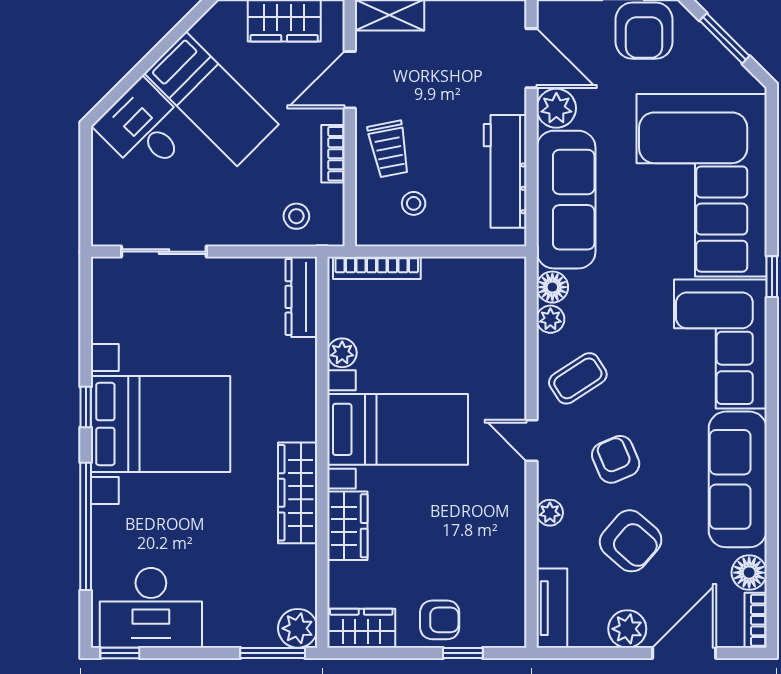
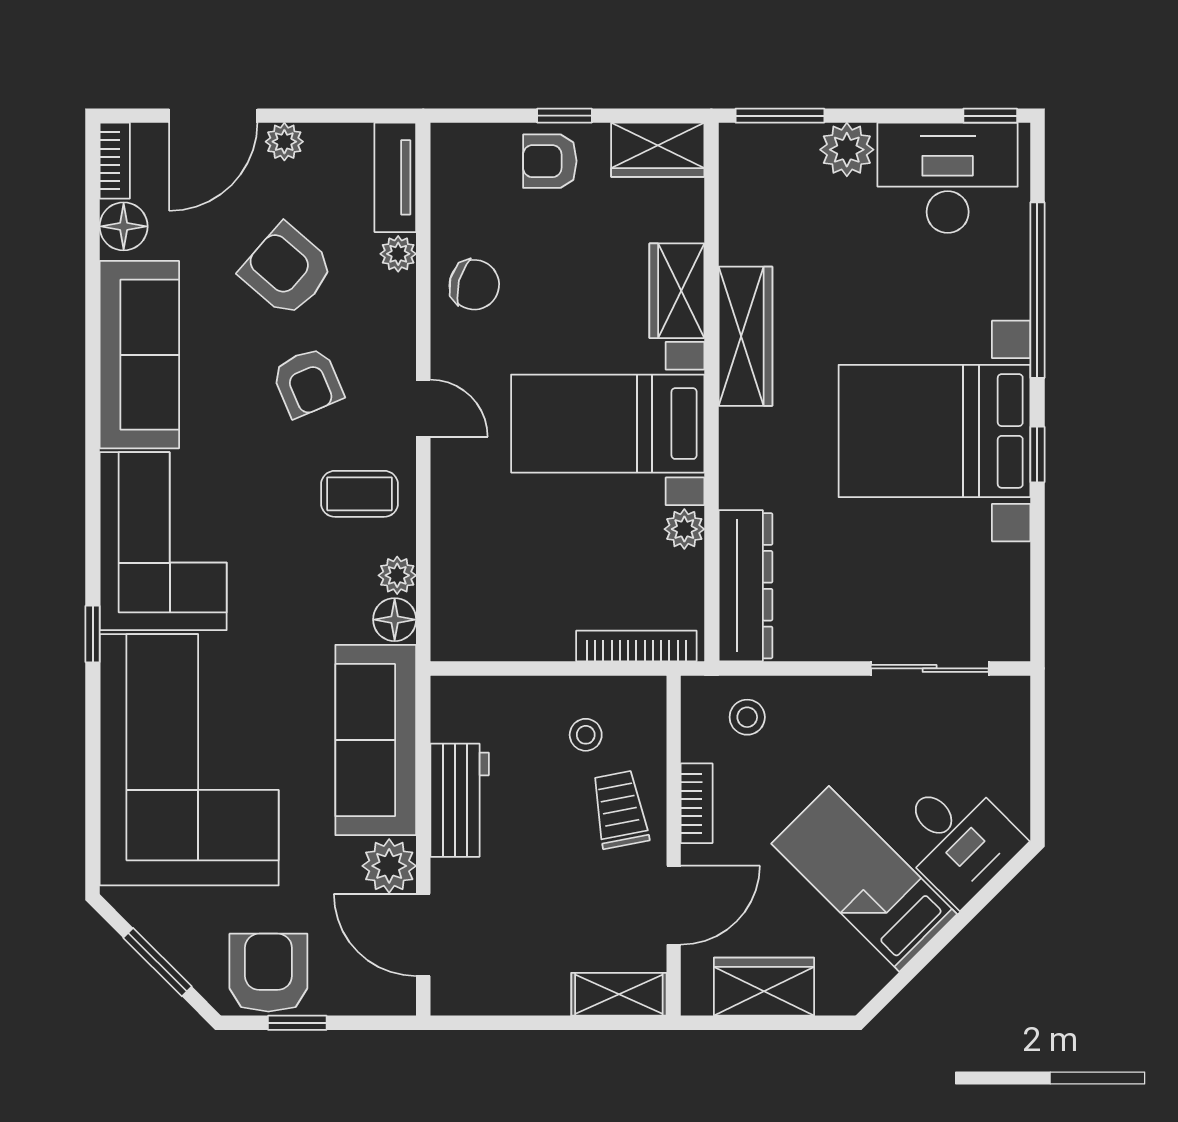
workbench: (505, 171) -> (460, 800), width x0.73
dresser: (301, 297) -> (746, 586), width x1.37, depth x1.24
coffee table: (578, 378) -> (359, 494), turned 33
plant: (550, 513) -> (398, 254), moved
chair: (495, 530) -> (474, 285), added
plant: (298, 628) -> (847, 150), moved
plant: (627, 629) -> (284, 142), width x0.73, depth x0.73
window: (463, 653) -> (564, 116), moved

